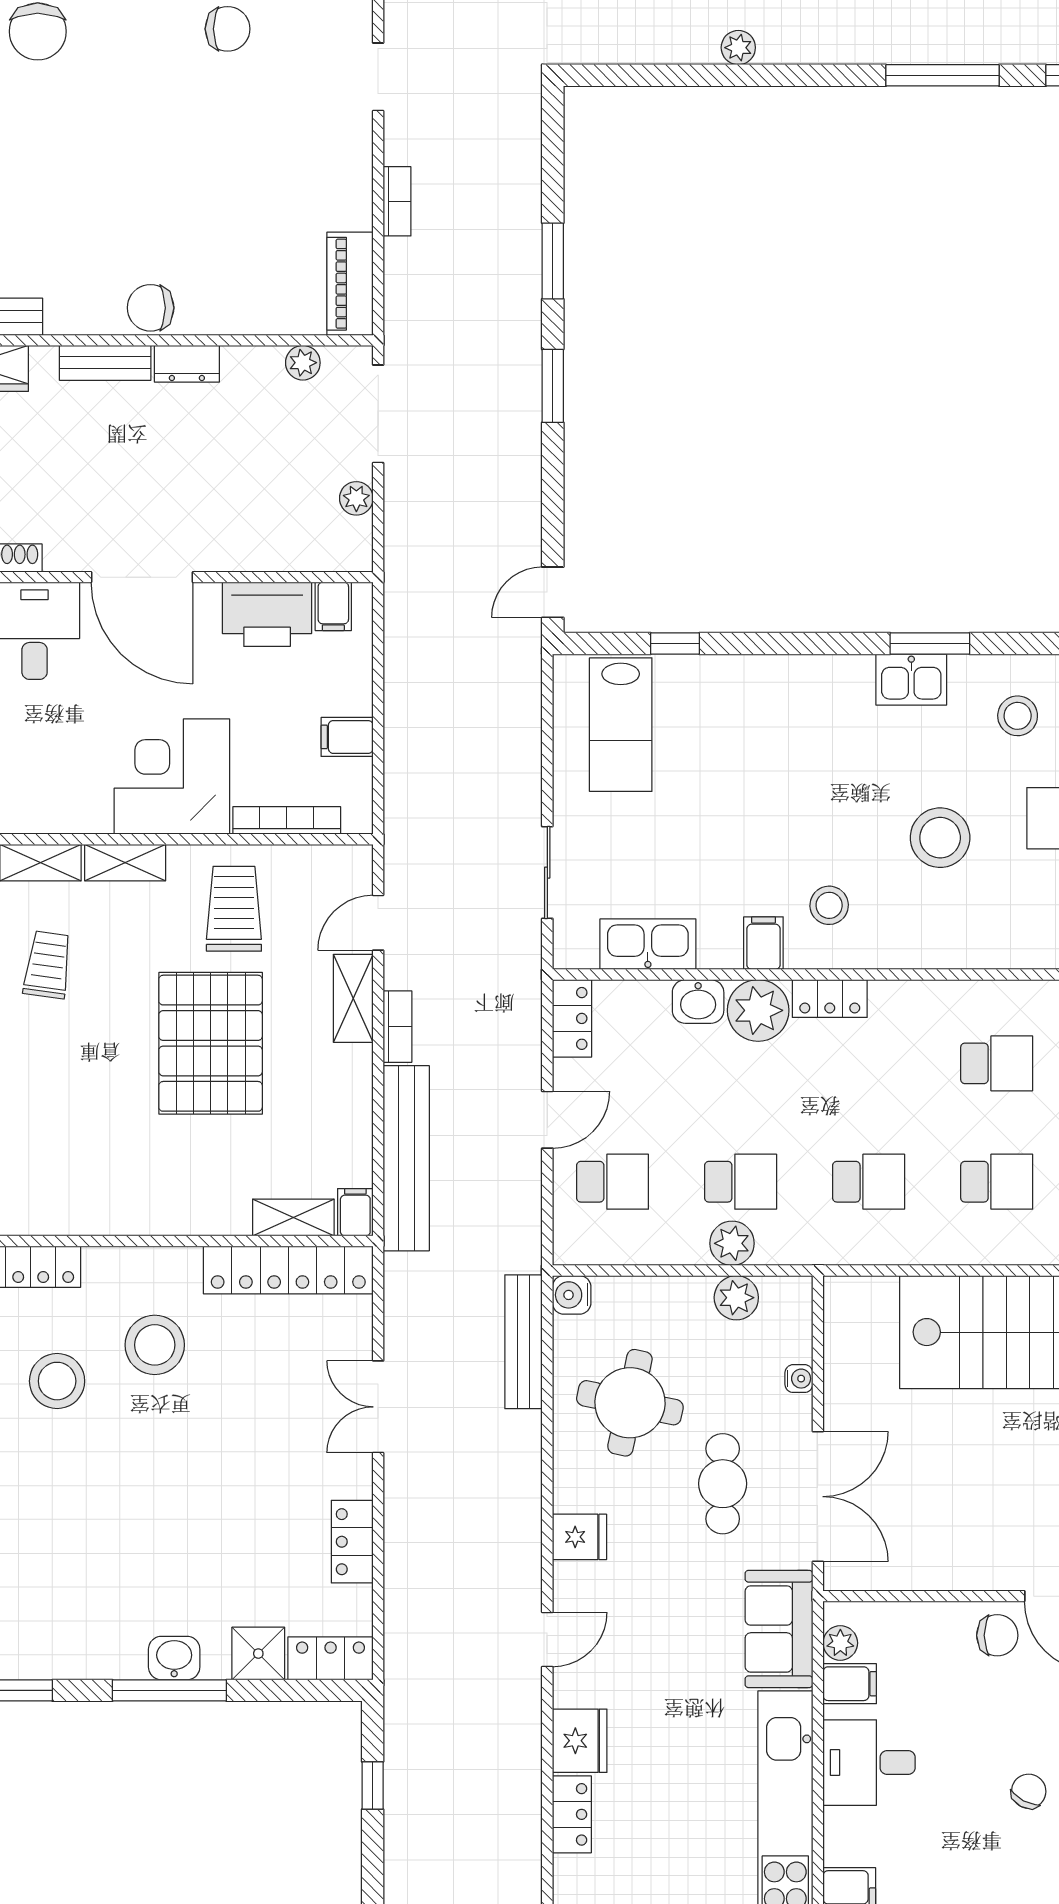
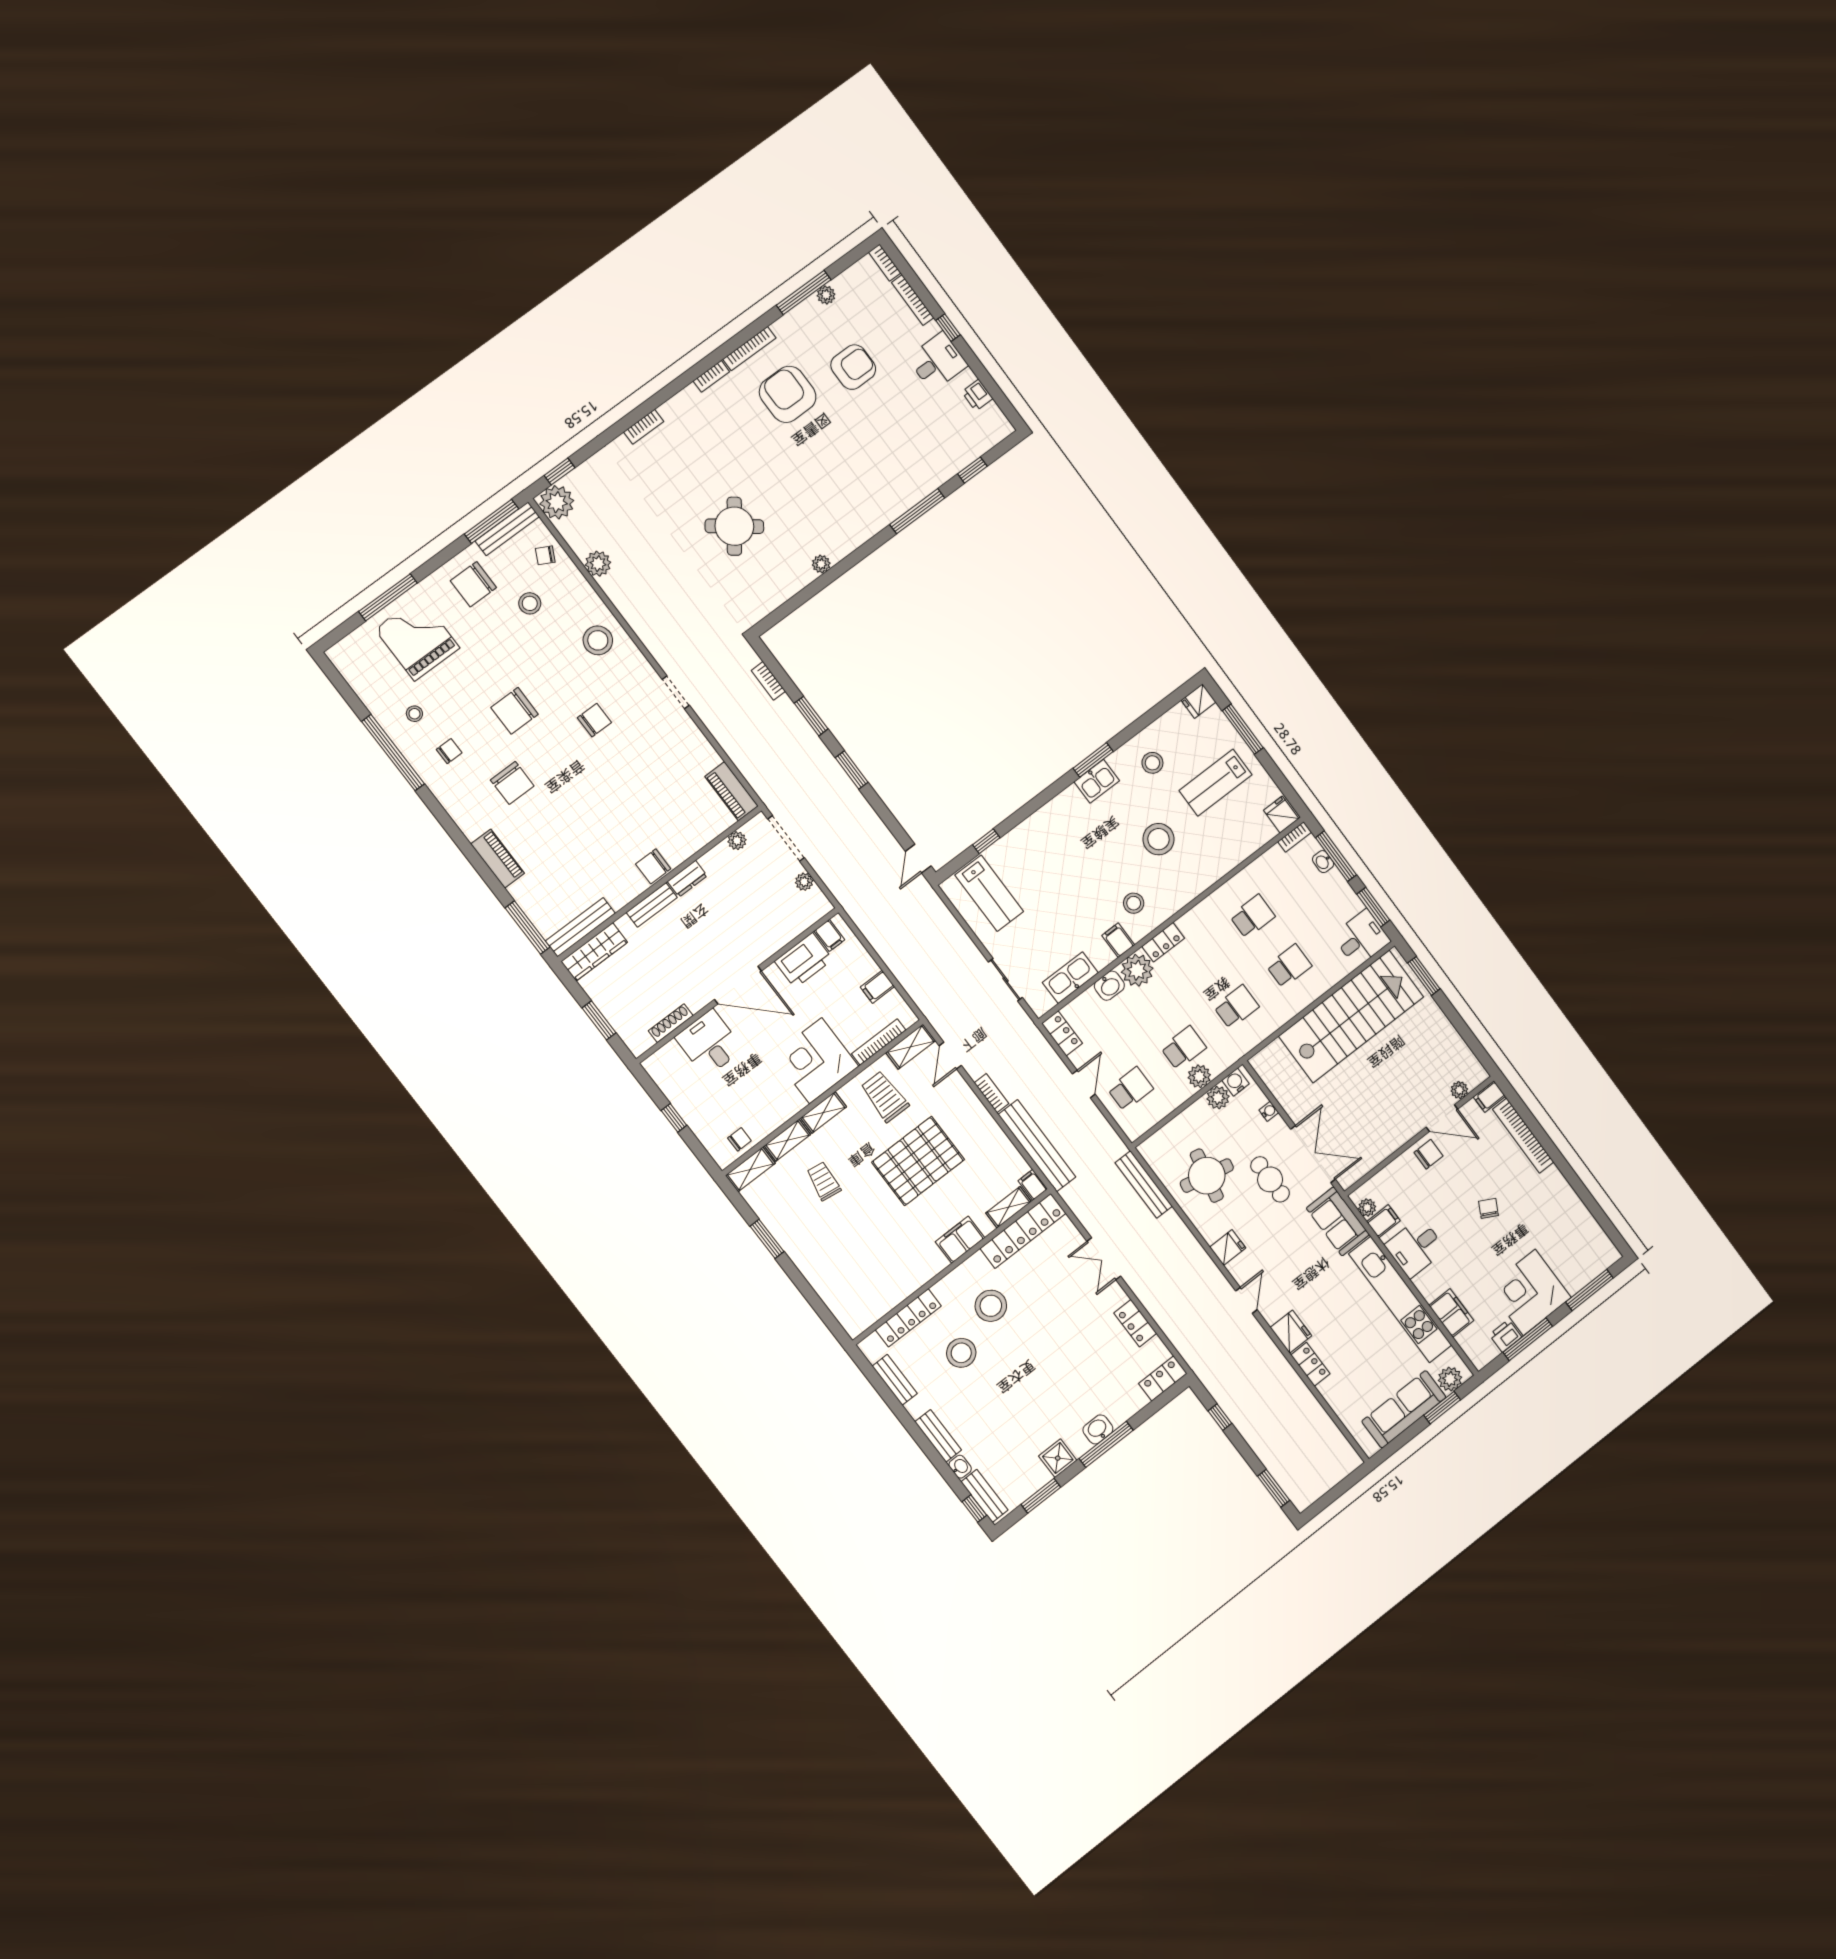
bookcase: (397, 201) -> (768, 681), moved, turned 180
shelving: (353, 998) -> (911, 1047), moved, turned 90
pallet: (211, 1043) -> (918, 1161), turned 90
filing cabinet: (184, 1210) -> (960, 1240), added
water cooler: (572, 1295) -> (1236, 1082), moved, turned 90
shower: (258, 1654) -> (1058, 1458), moved

